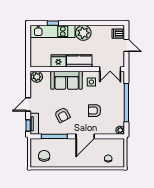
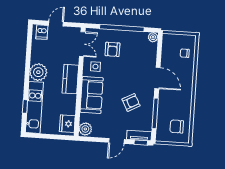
fridge: (58, 61) -> (67, 124), moved
door: (28, 104) -> (116, 141), hinge flipped
armchair: (94, 111) -> (112, 49), moved

